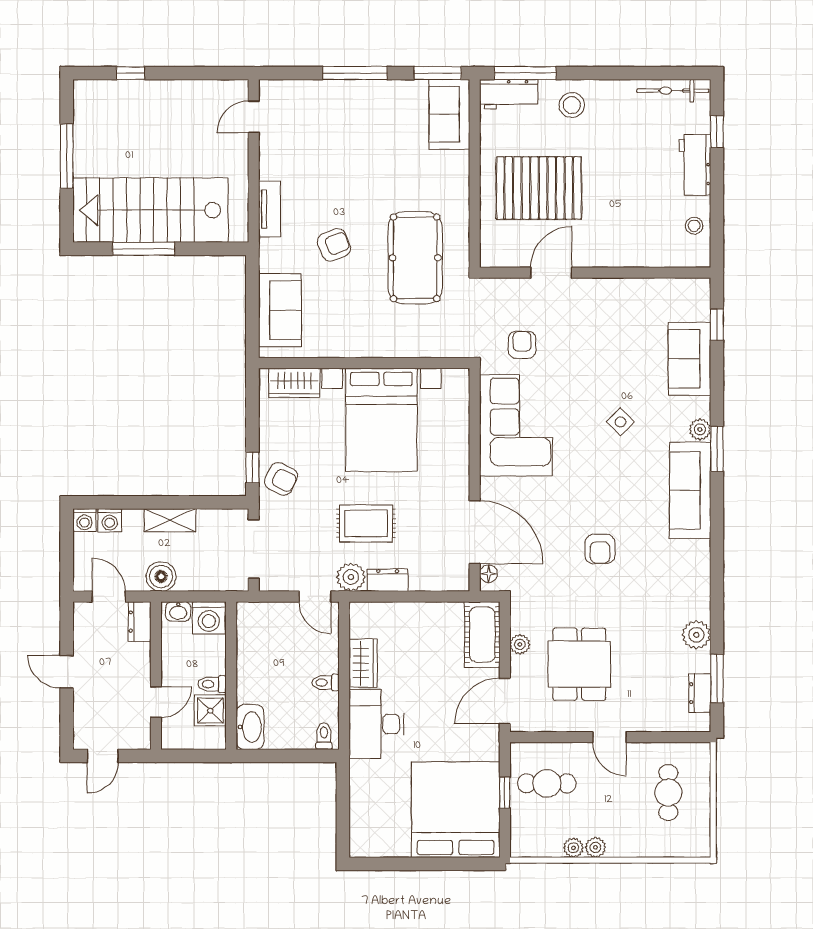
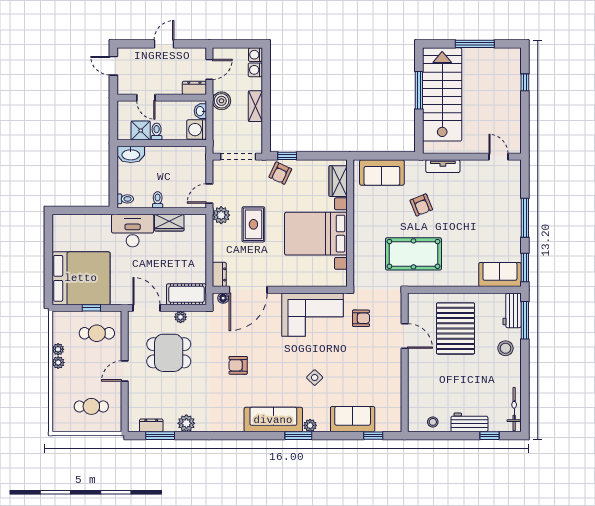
dresser: (388, 580) -> (219, 274), moved
cafe table: (547, 783) -> (97, 333), turned 90

